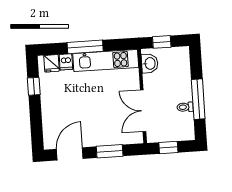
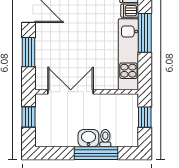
washbasin: (150, 63) -> (88, 138), moved, turned 180
window: (198, 99) -> (96, 153), moved
toilet: (185, 107) -> (105, 138), moved

